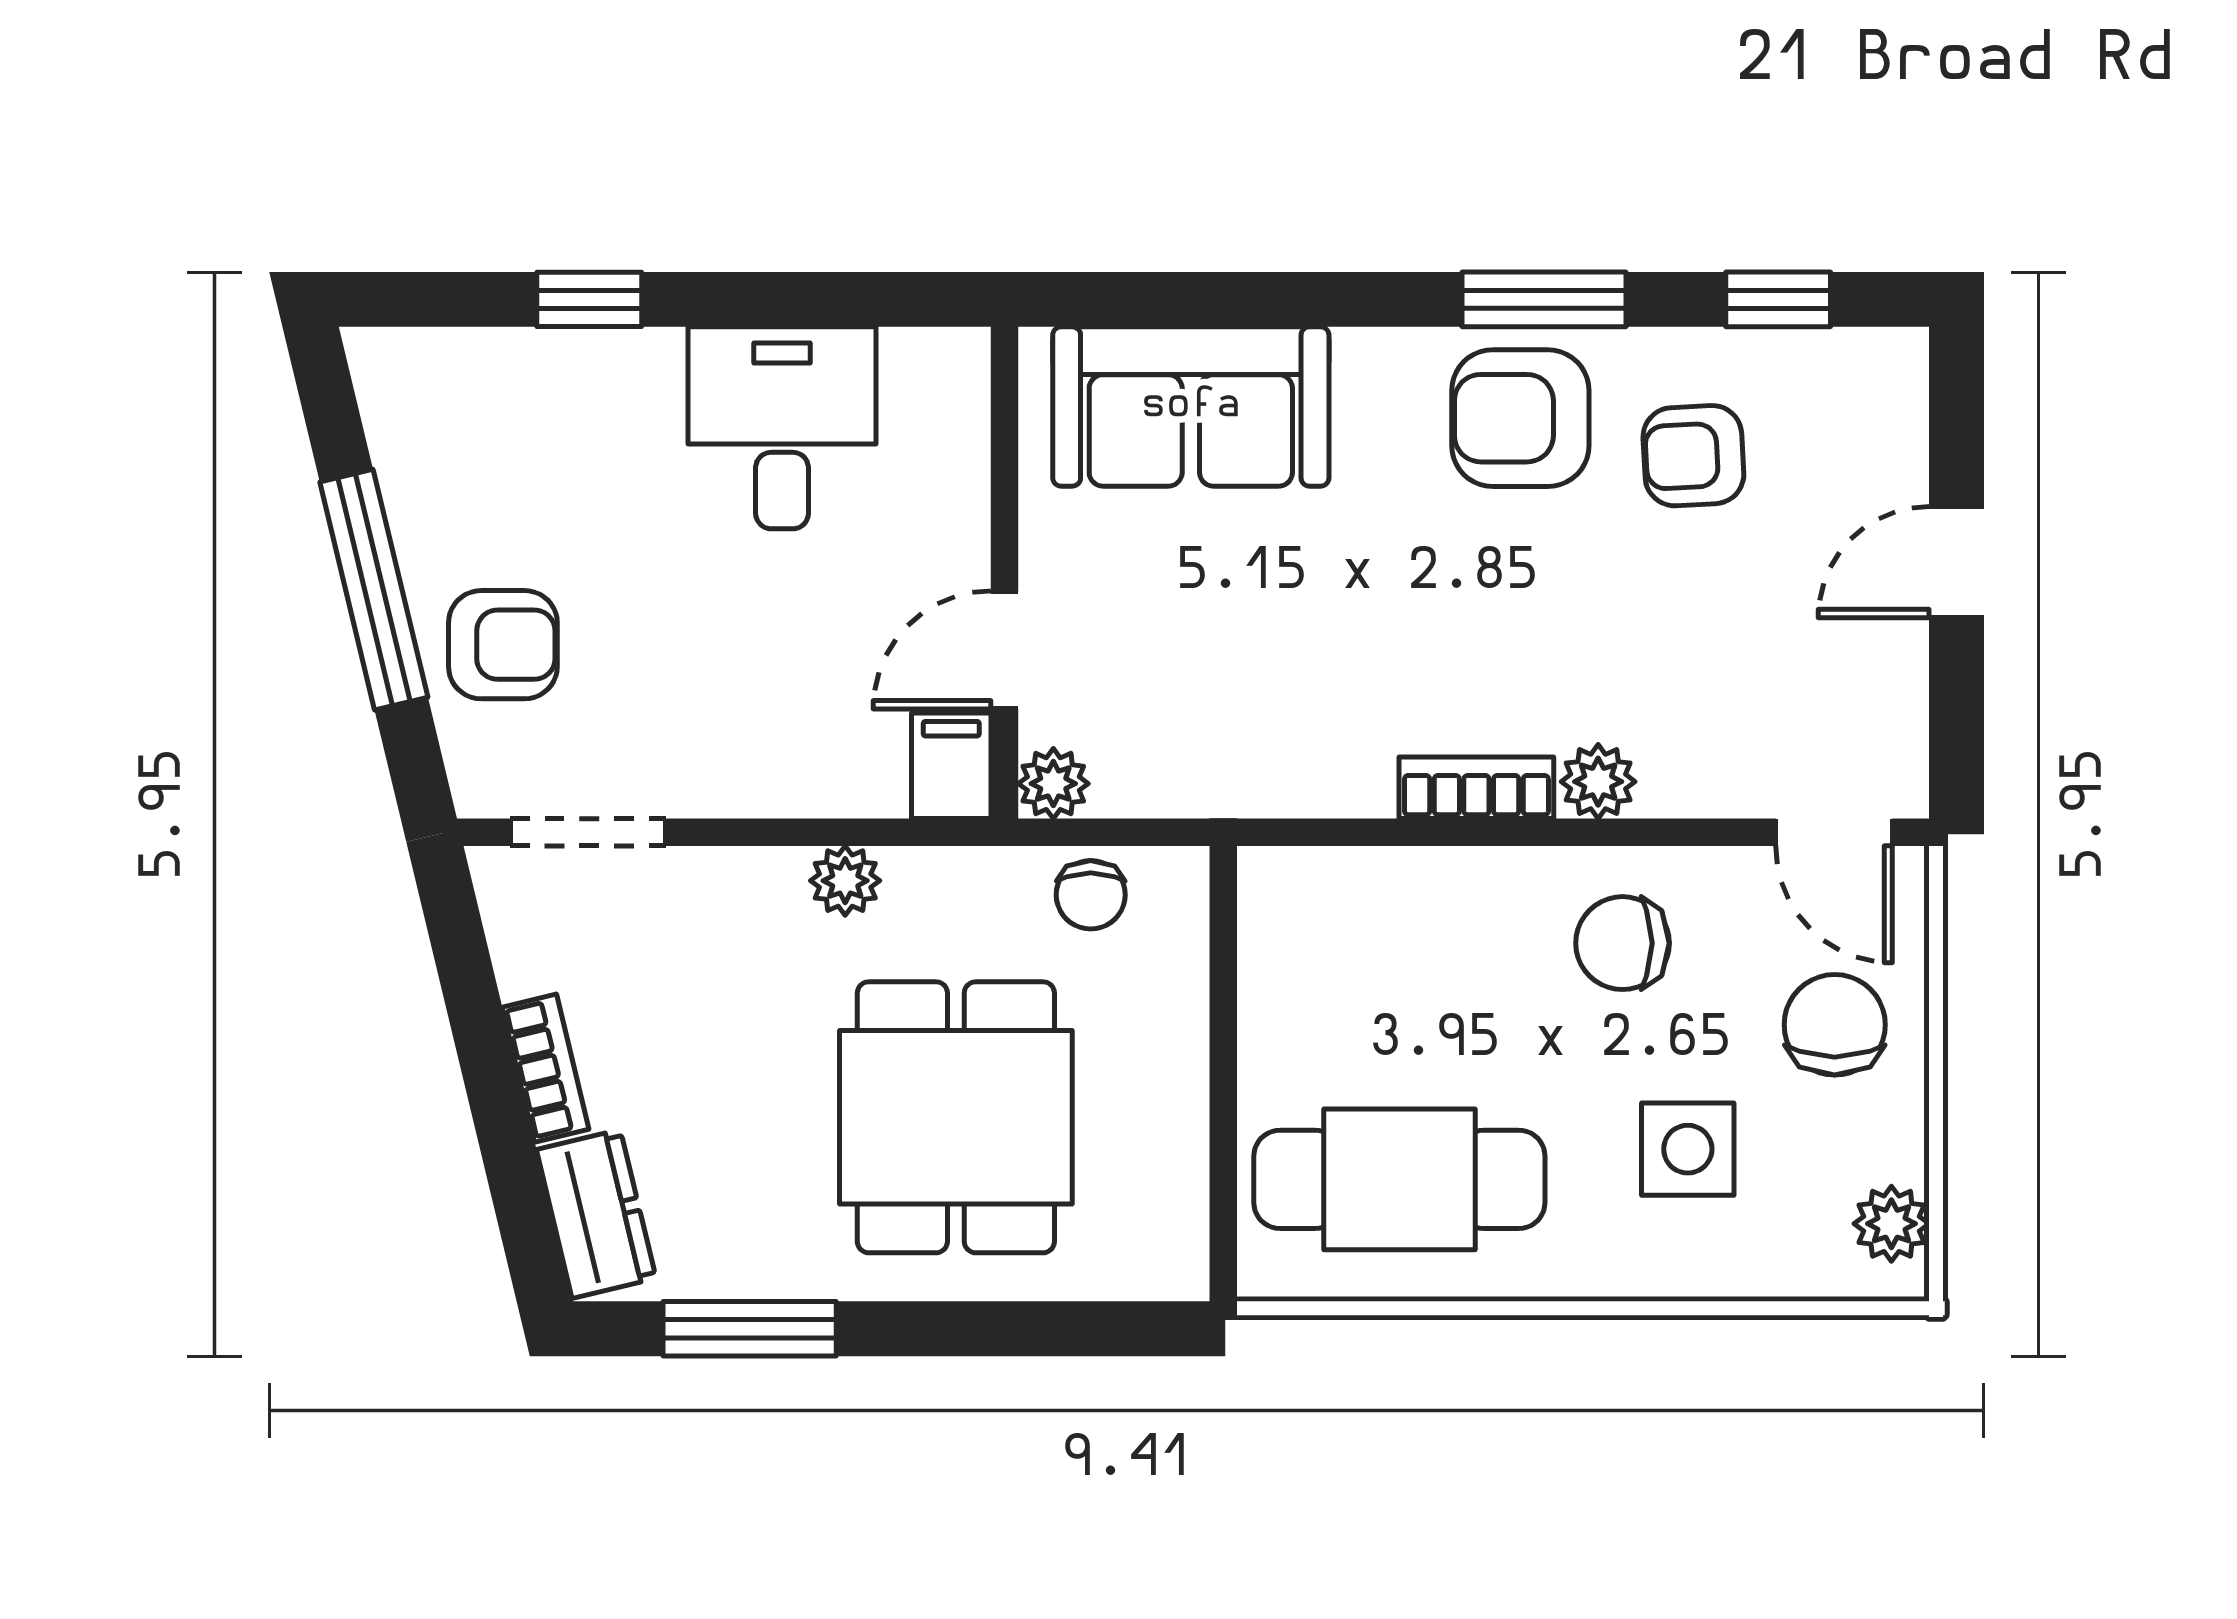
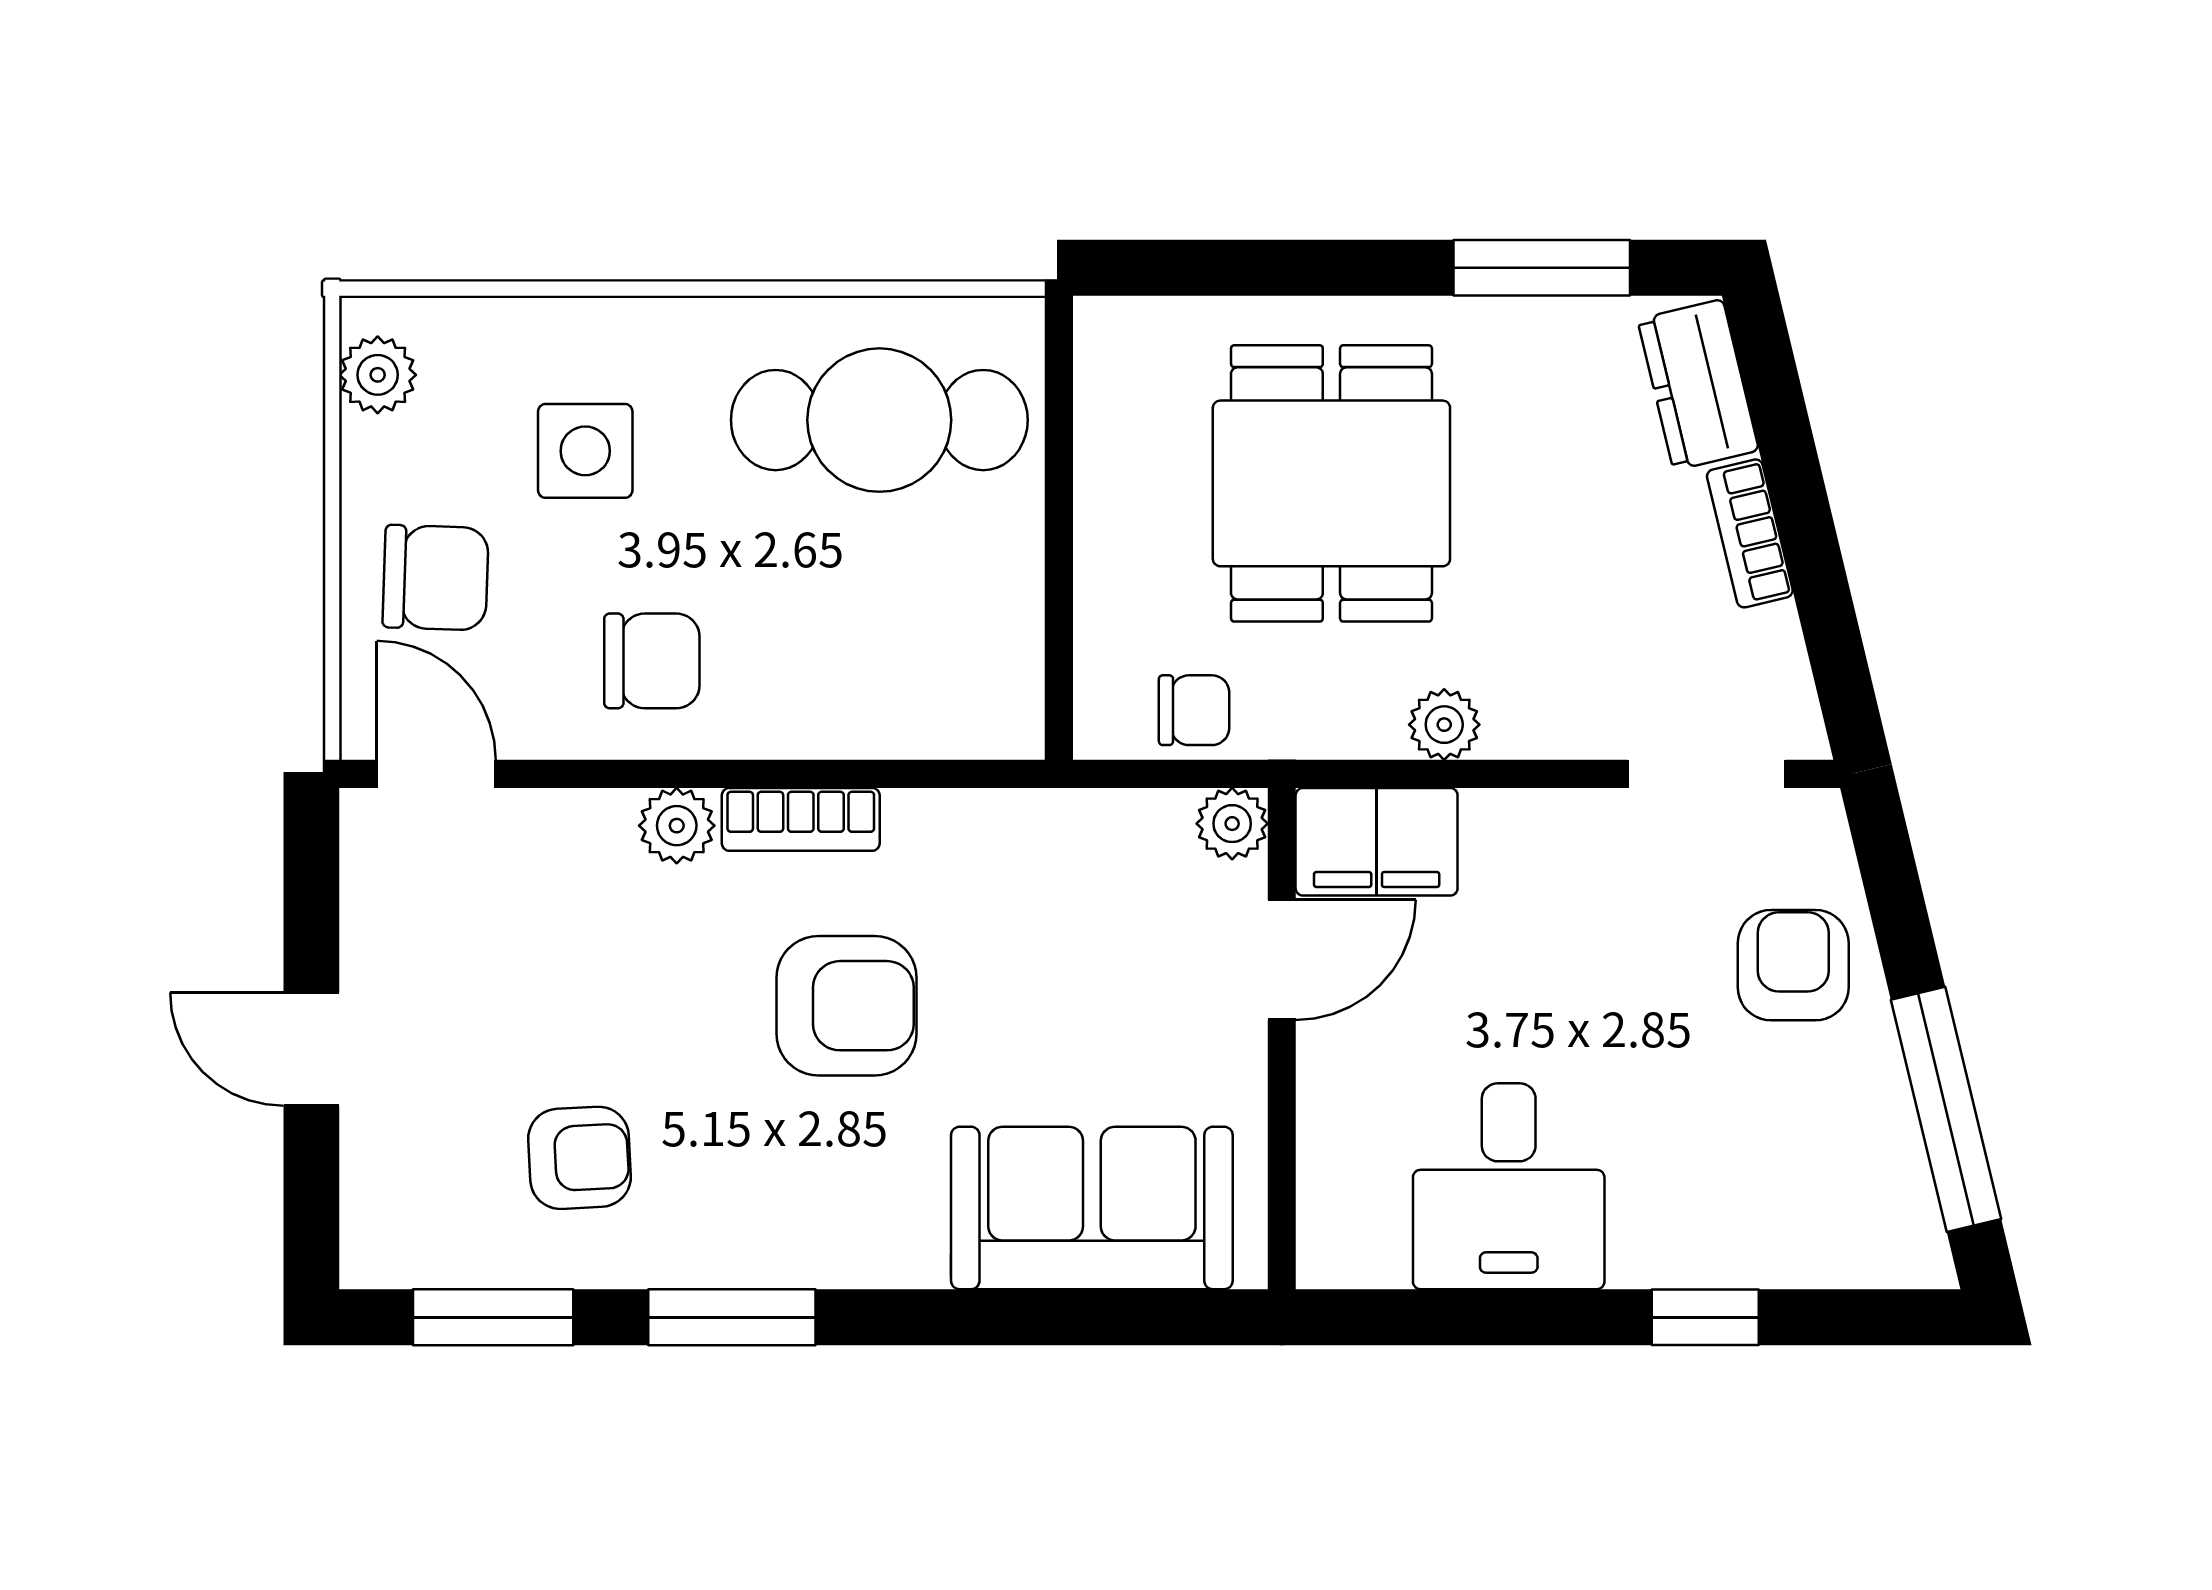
window: (1778, 299) -> (493, 1317), width x1.50
armchair: (1520, 418) -> (847, 1006), moved
door: (1956, 562) -> (311, 1049), swing flipped
window: (374, 590) -> (1946, 1109), moved
armchair: (503, 645) -> (1793, 965), turned 90
filing cabinet: (951, 766) -> (1377, 842), width x2.00
chair: (1091, 895) -> (1194, 710), turned 90
chair: (1835, 1025) -> (436, 578), turned -88

